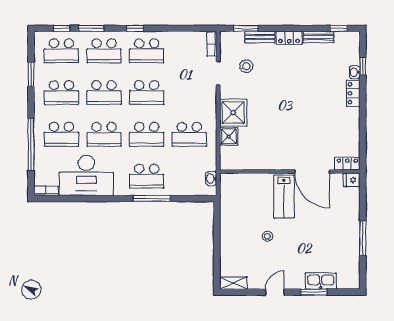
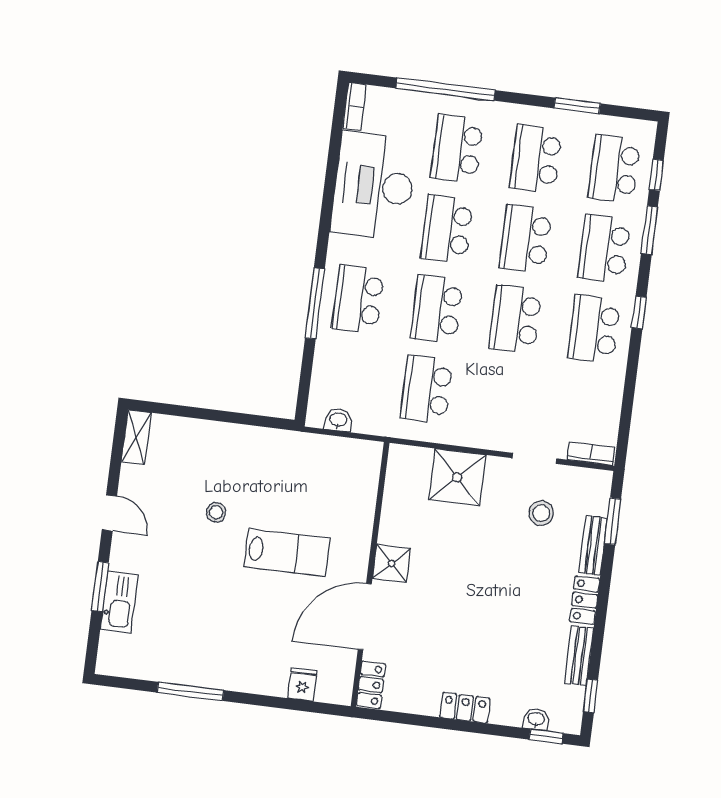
window: (363, 66) -> (546, 736), moved
washbasin: (355, 72) -> (536, 719), moved
shower: (229, 136) -> (392, 563), moved
locker: (347, 164) -> (371, 685), moved
wall: (290, 172) -> (370, 574), moved
door: (312, 172) -> (365, 617), moved
lab bench: (284, 197) -> (287, 553), turned 180

